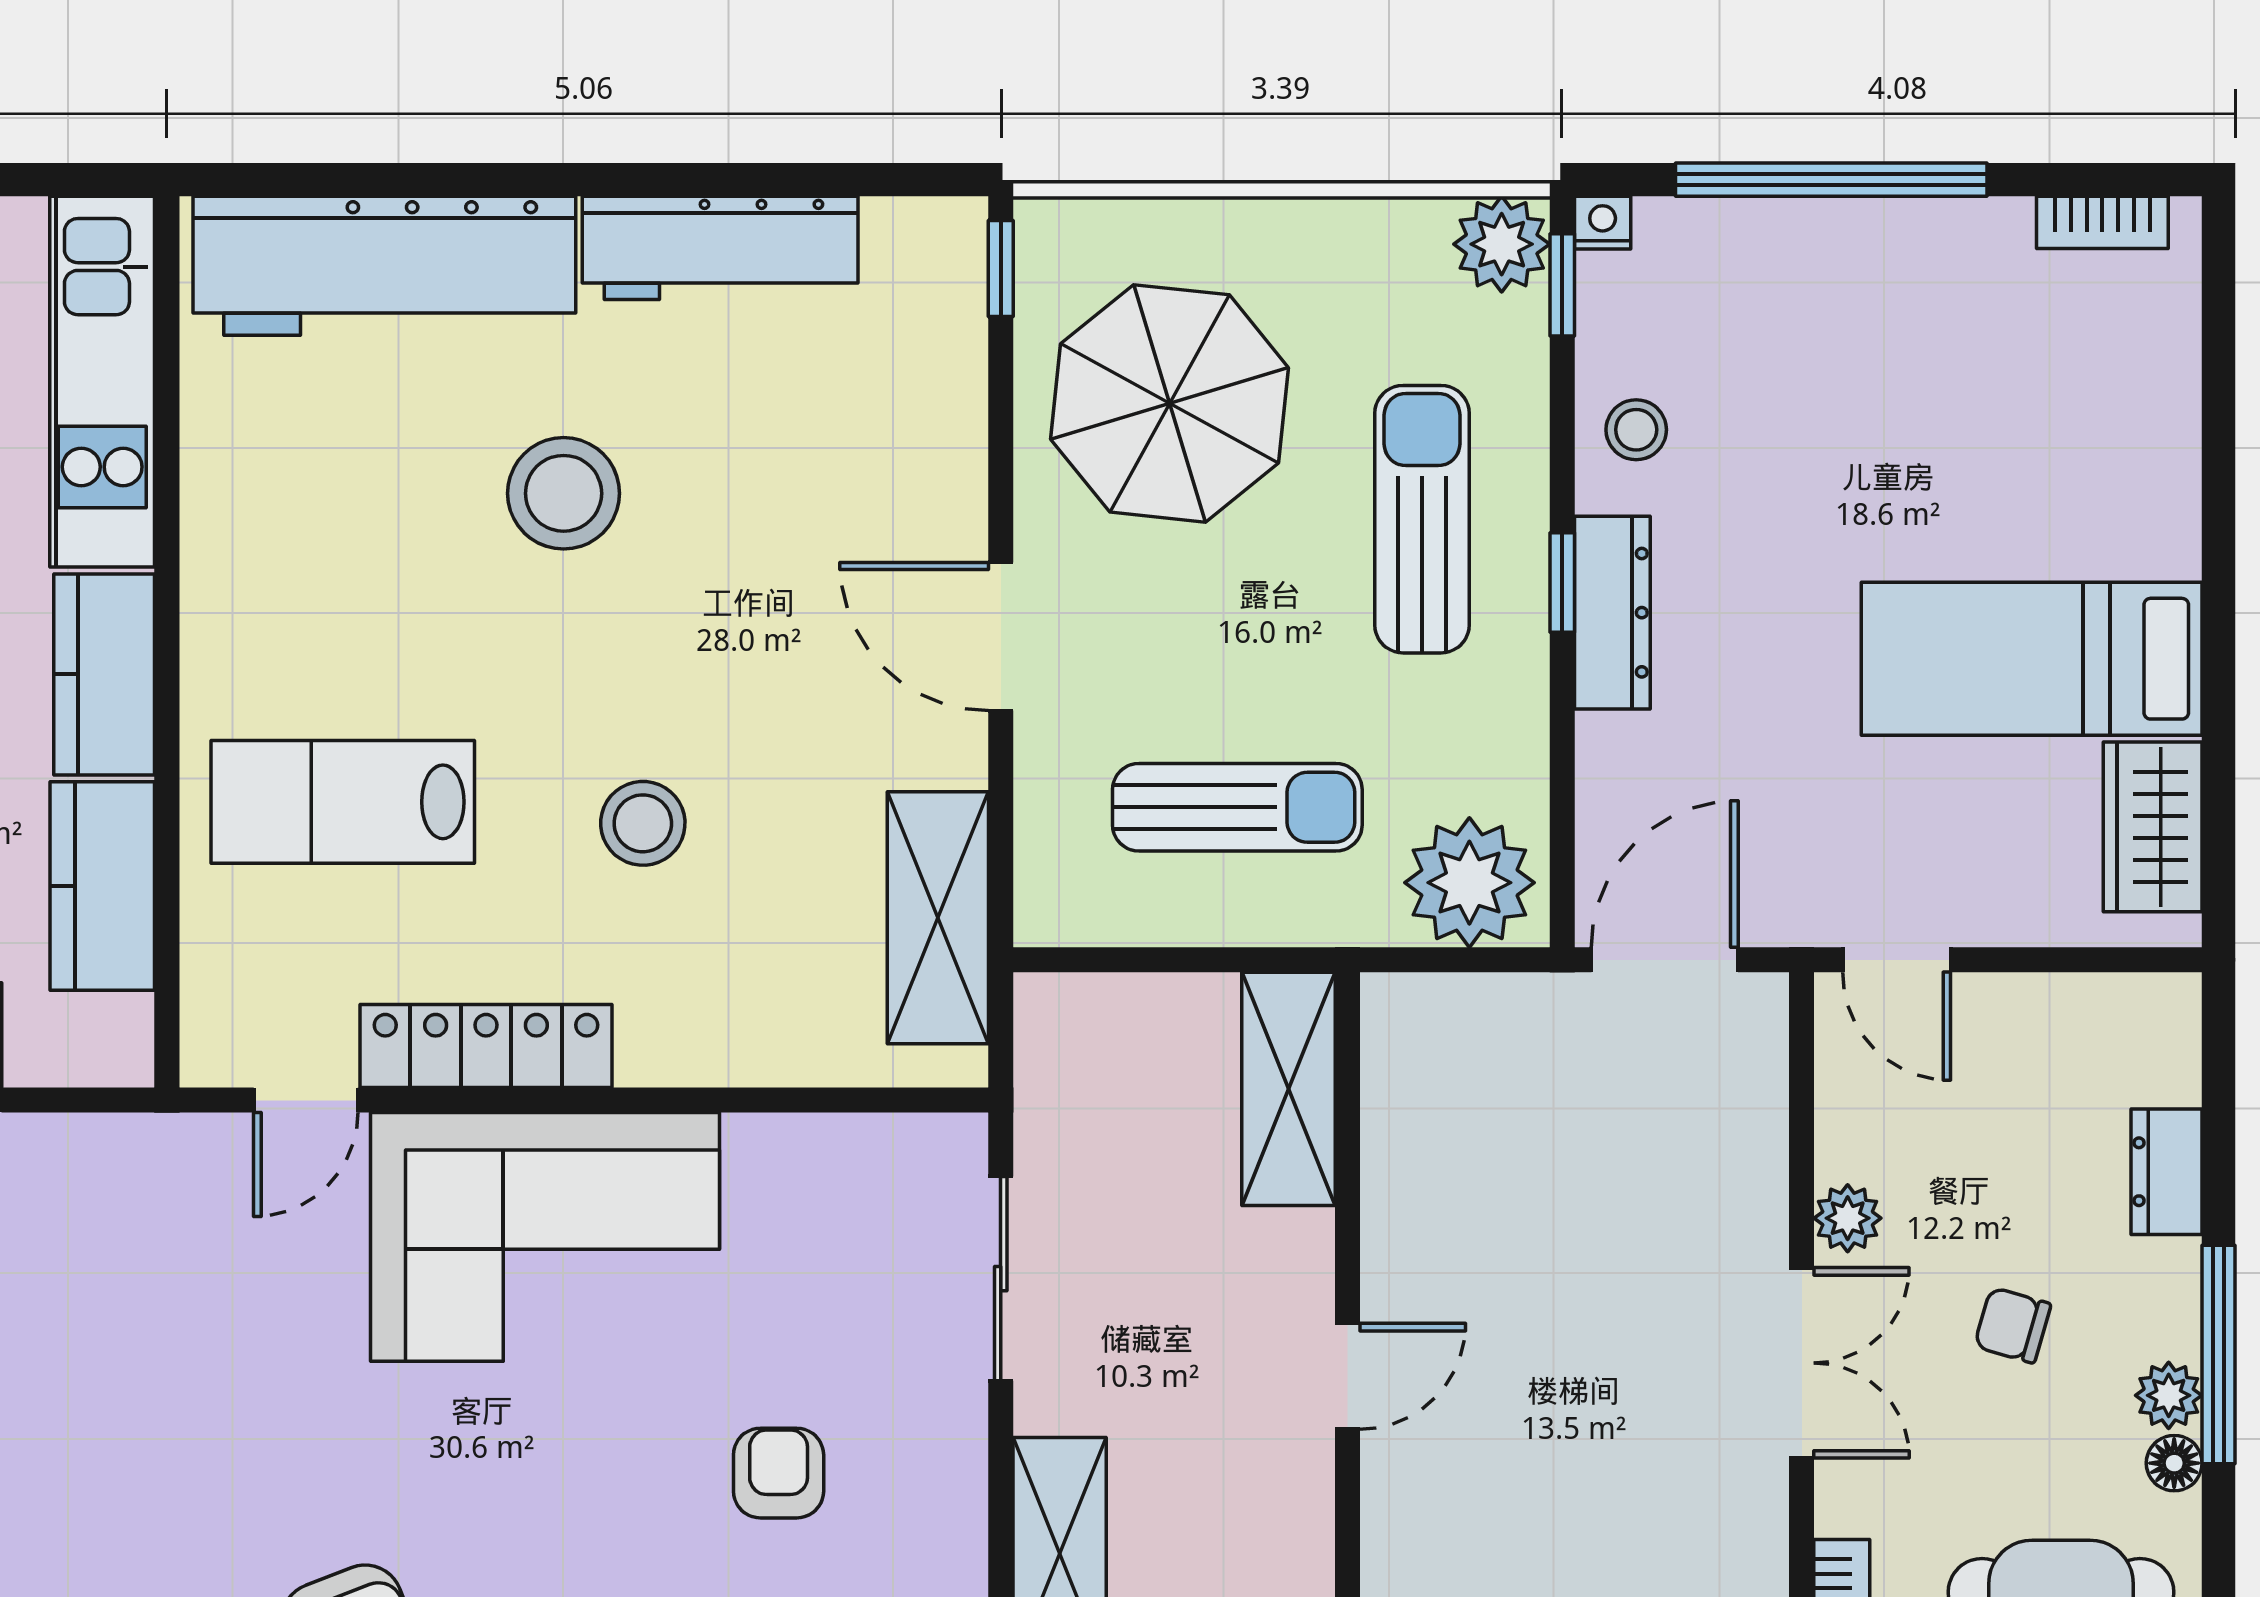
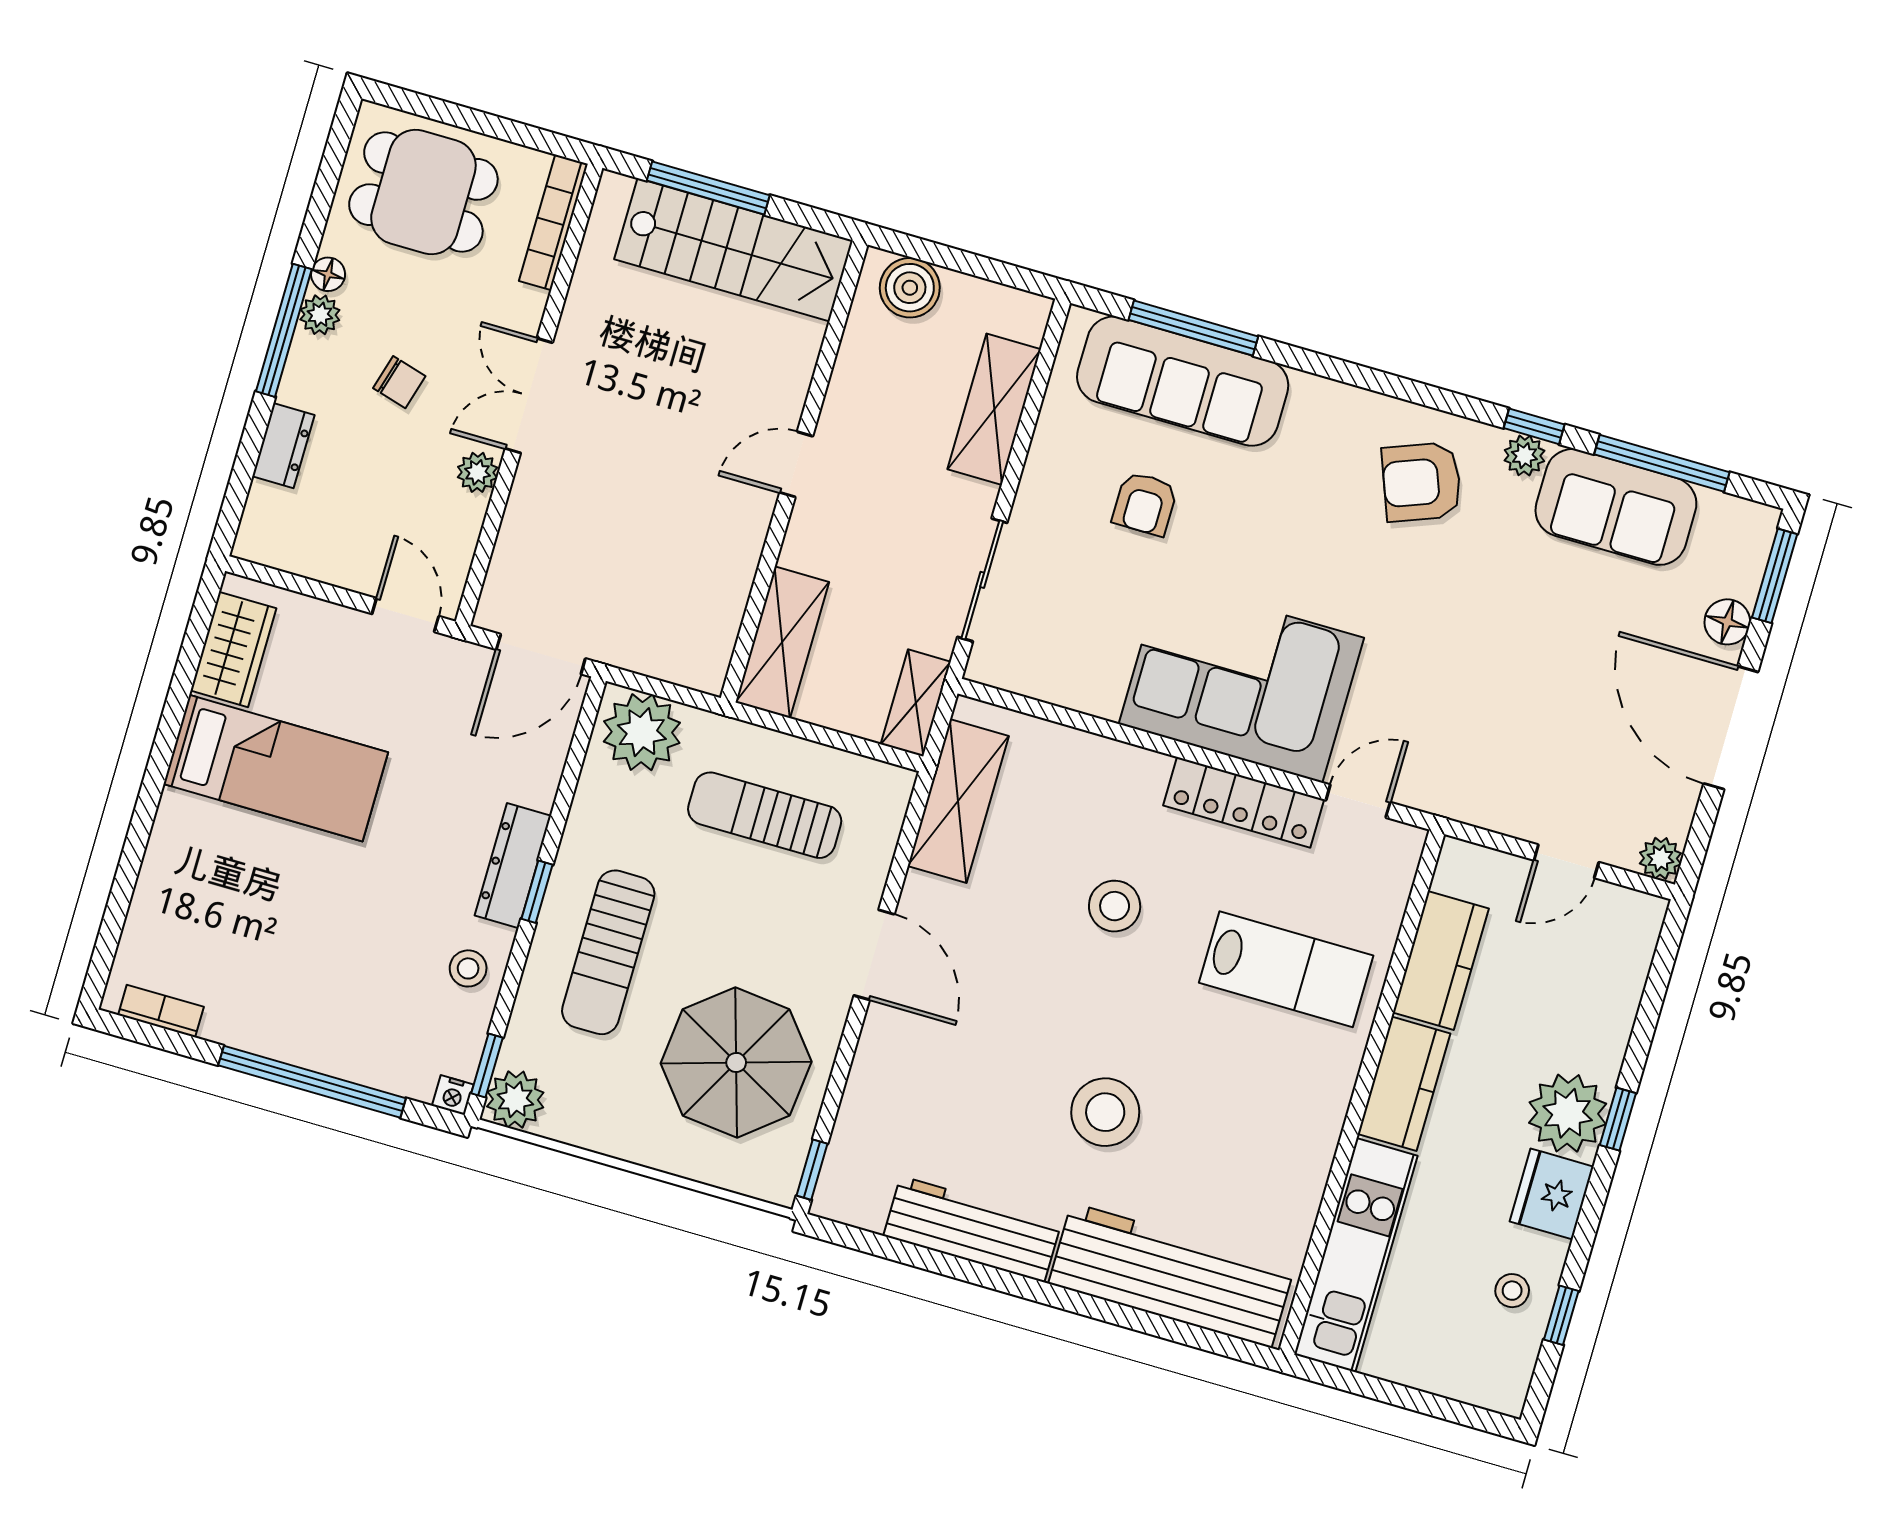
shelving: (1050, 1054) -> (916, 703), added

